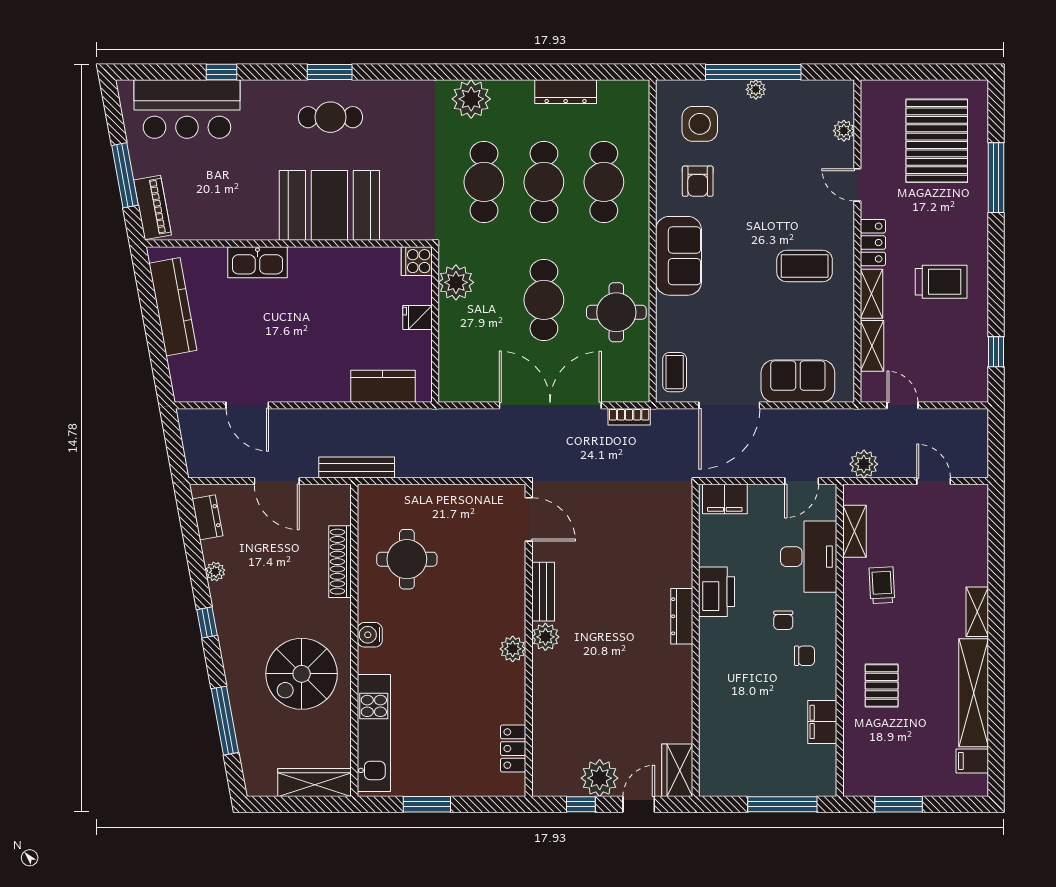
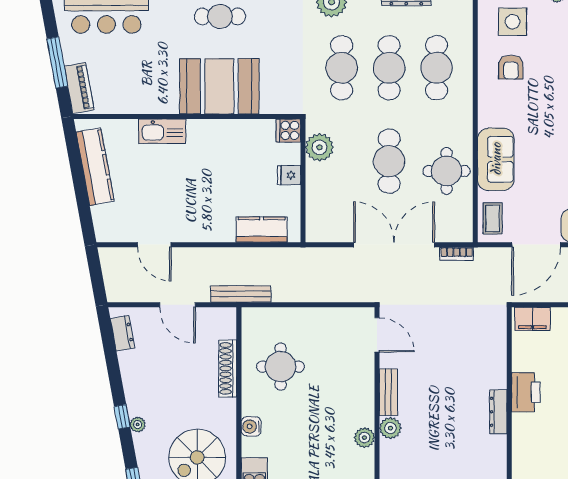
sofa: (679, 256) -> (496, 159), moved
plant: (215, 572) -> (138, 425), moved

